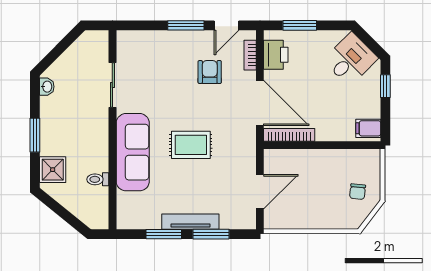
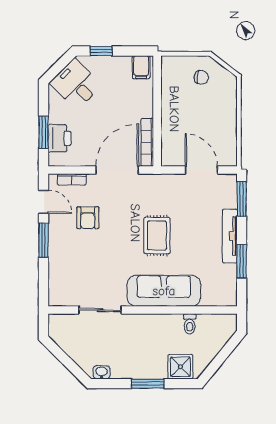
printer: (276, 55) -> (60, 138), moved, turned 90
armchair: (210, 72) -> (88, 218), turned -90
window: (211, 234) -> (242, 199), moved

